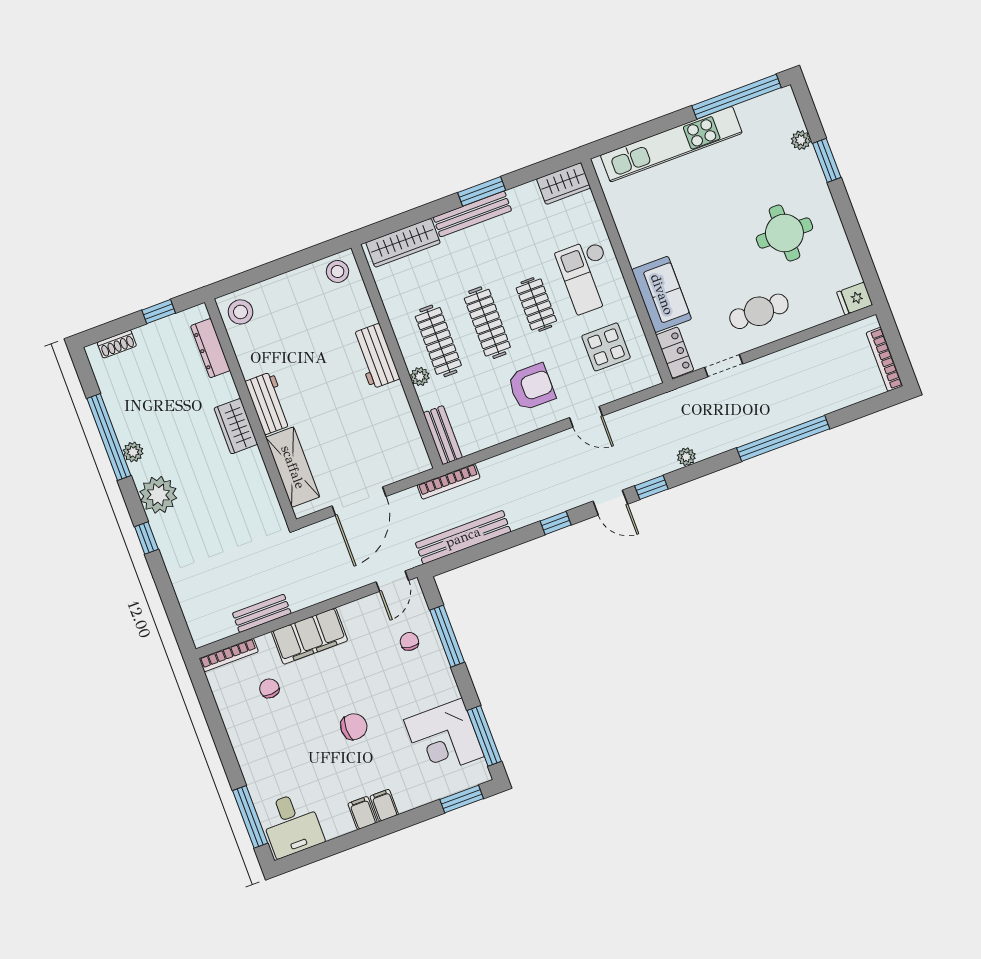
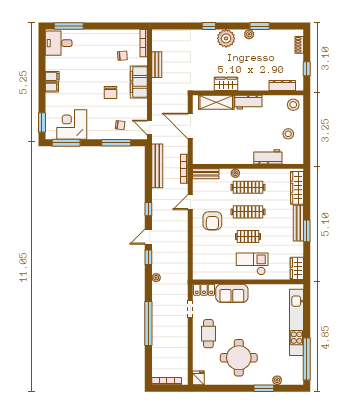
round table: (784, 233) -> (239, 358), width x1.36, depth x1.36
stool: (338, 271) -> (288, 134), moved
display table: (606, 347) -> (218, 260), removed
workbench: (375, 356) -> (268, 157), moved
door: (586, 417) -> (190, 202), moved
wardrobe: (236, 426) -> (226, 84), moved
window: (109, 437) -> (260, 26), width x0.47
chair: (354, 727) -> (111, 93), moved

